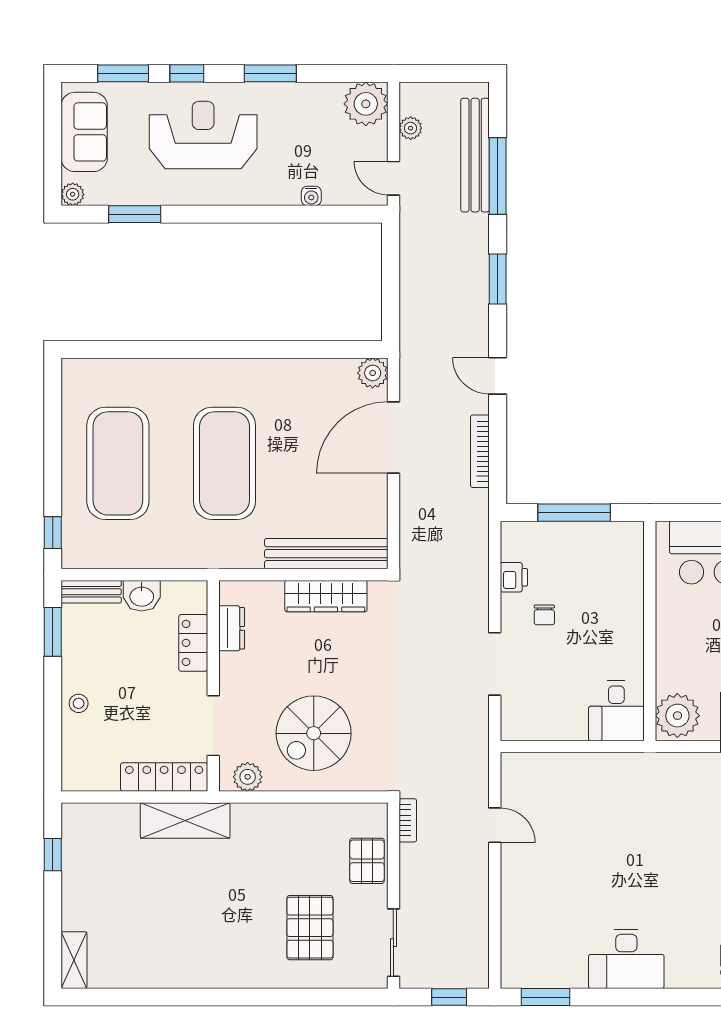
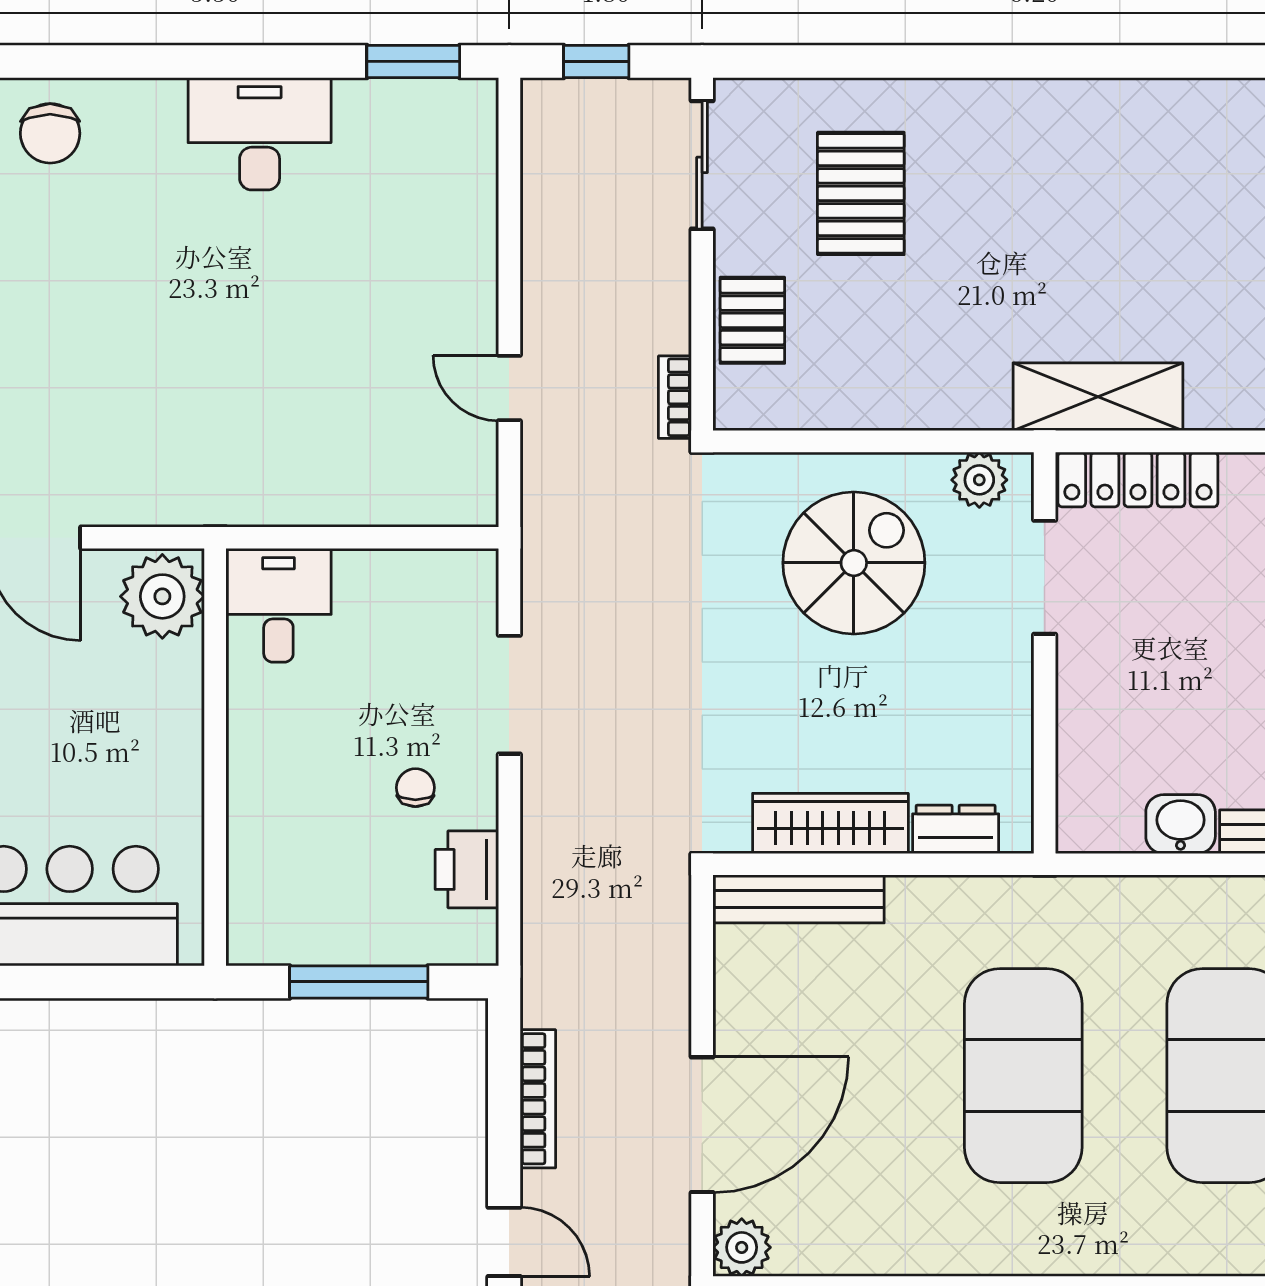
bench: (326, 554) -> (798, 899), width x0.73, depth x0.82
printer: (514, 577) -> (467, 869), width x1.36, depth x1.24
dresser: (232, 628) -> (956, 829), moved, turned 90
locker: (193, 643) -> (1083, 734), removed

